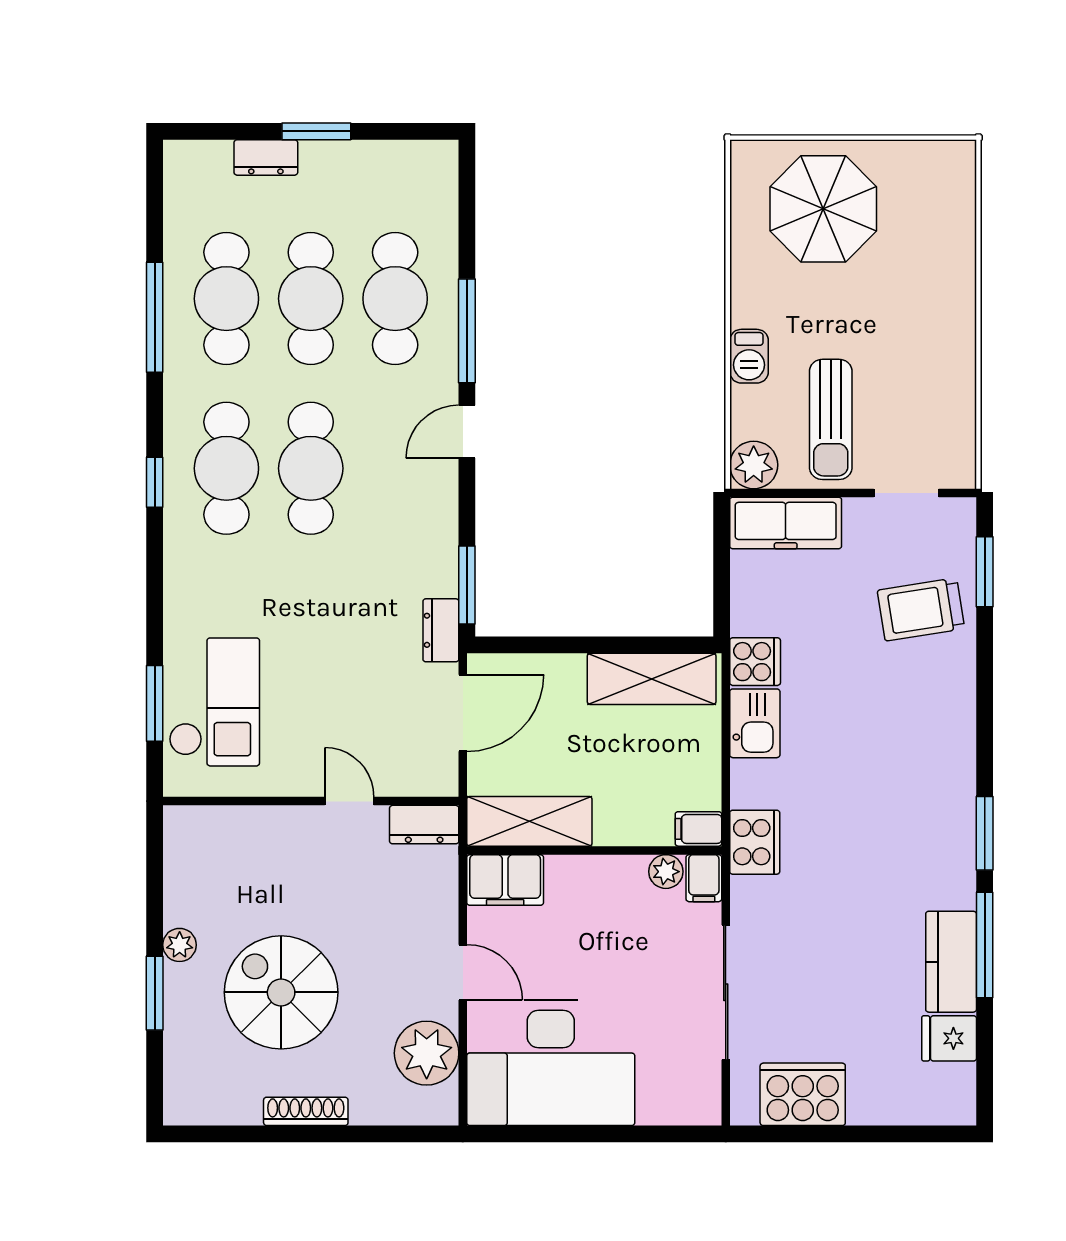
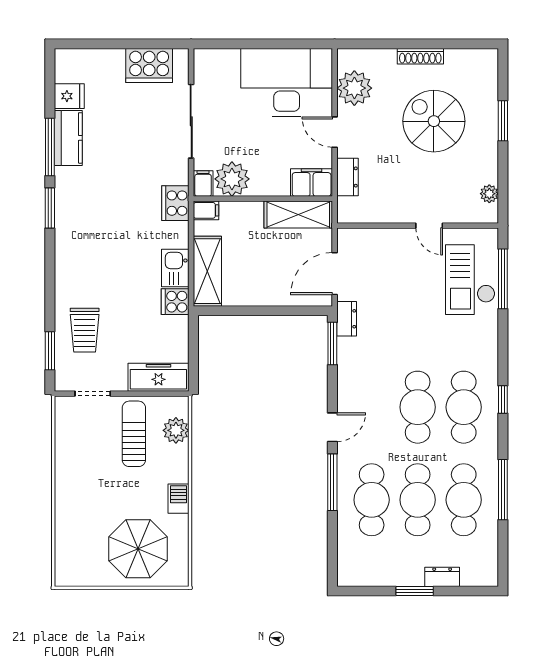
barbecue: (749, 356) -> (178, 499), moved
plant: (754, 465) -> (176, 430), moved
trolley: (921, 609) -> (85, 330), turned 99
shelving: (652, 679) -> (207, 271), moved, turned 90
window: (155, 703) -> (503, 279), width x1.44
door: (349, 801) -> (429, 226), moved
dresser: (424, 825) -> (347, 177), moved, turned 90
plant: (666, 872) -> (232, 179), width x1.87, depth x1.87
plant: (180, 945) -> (489, 194), moved
spiral stairs: (281, 992) -> (434, 121), turned 180

